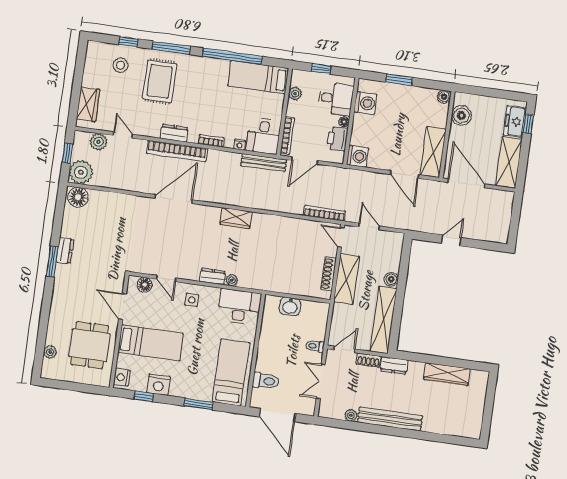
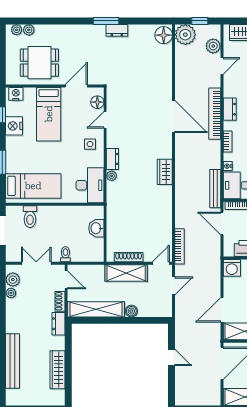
plant: (48, 366) -> (17, 30), added
plant: (336, 411) -> (13, 280), added
bench: (390, 419) -> (13, 361), moved

